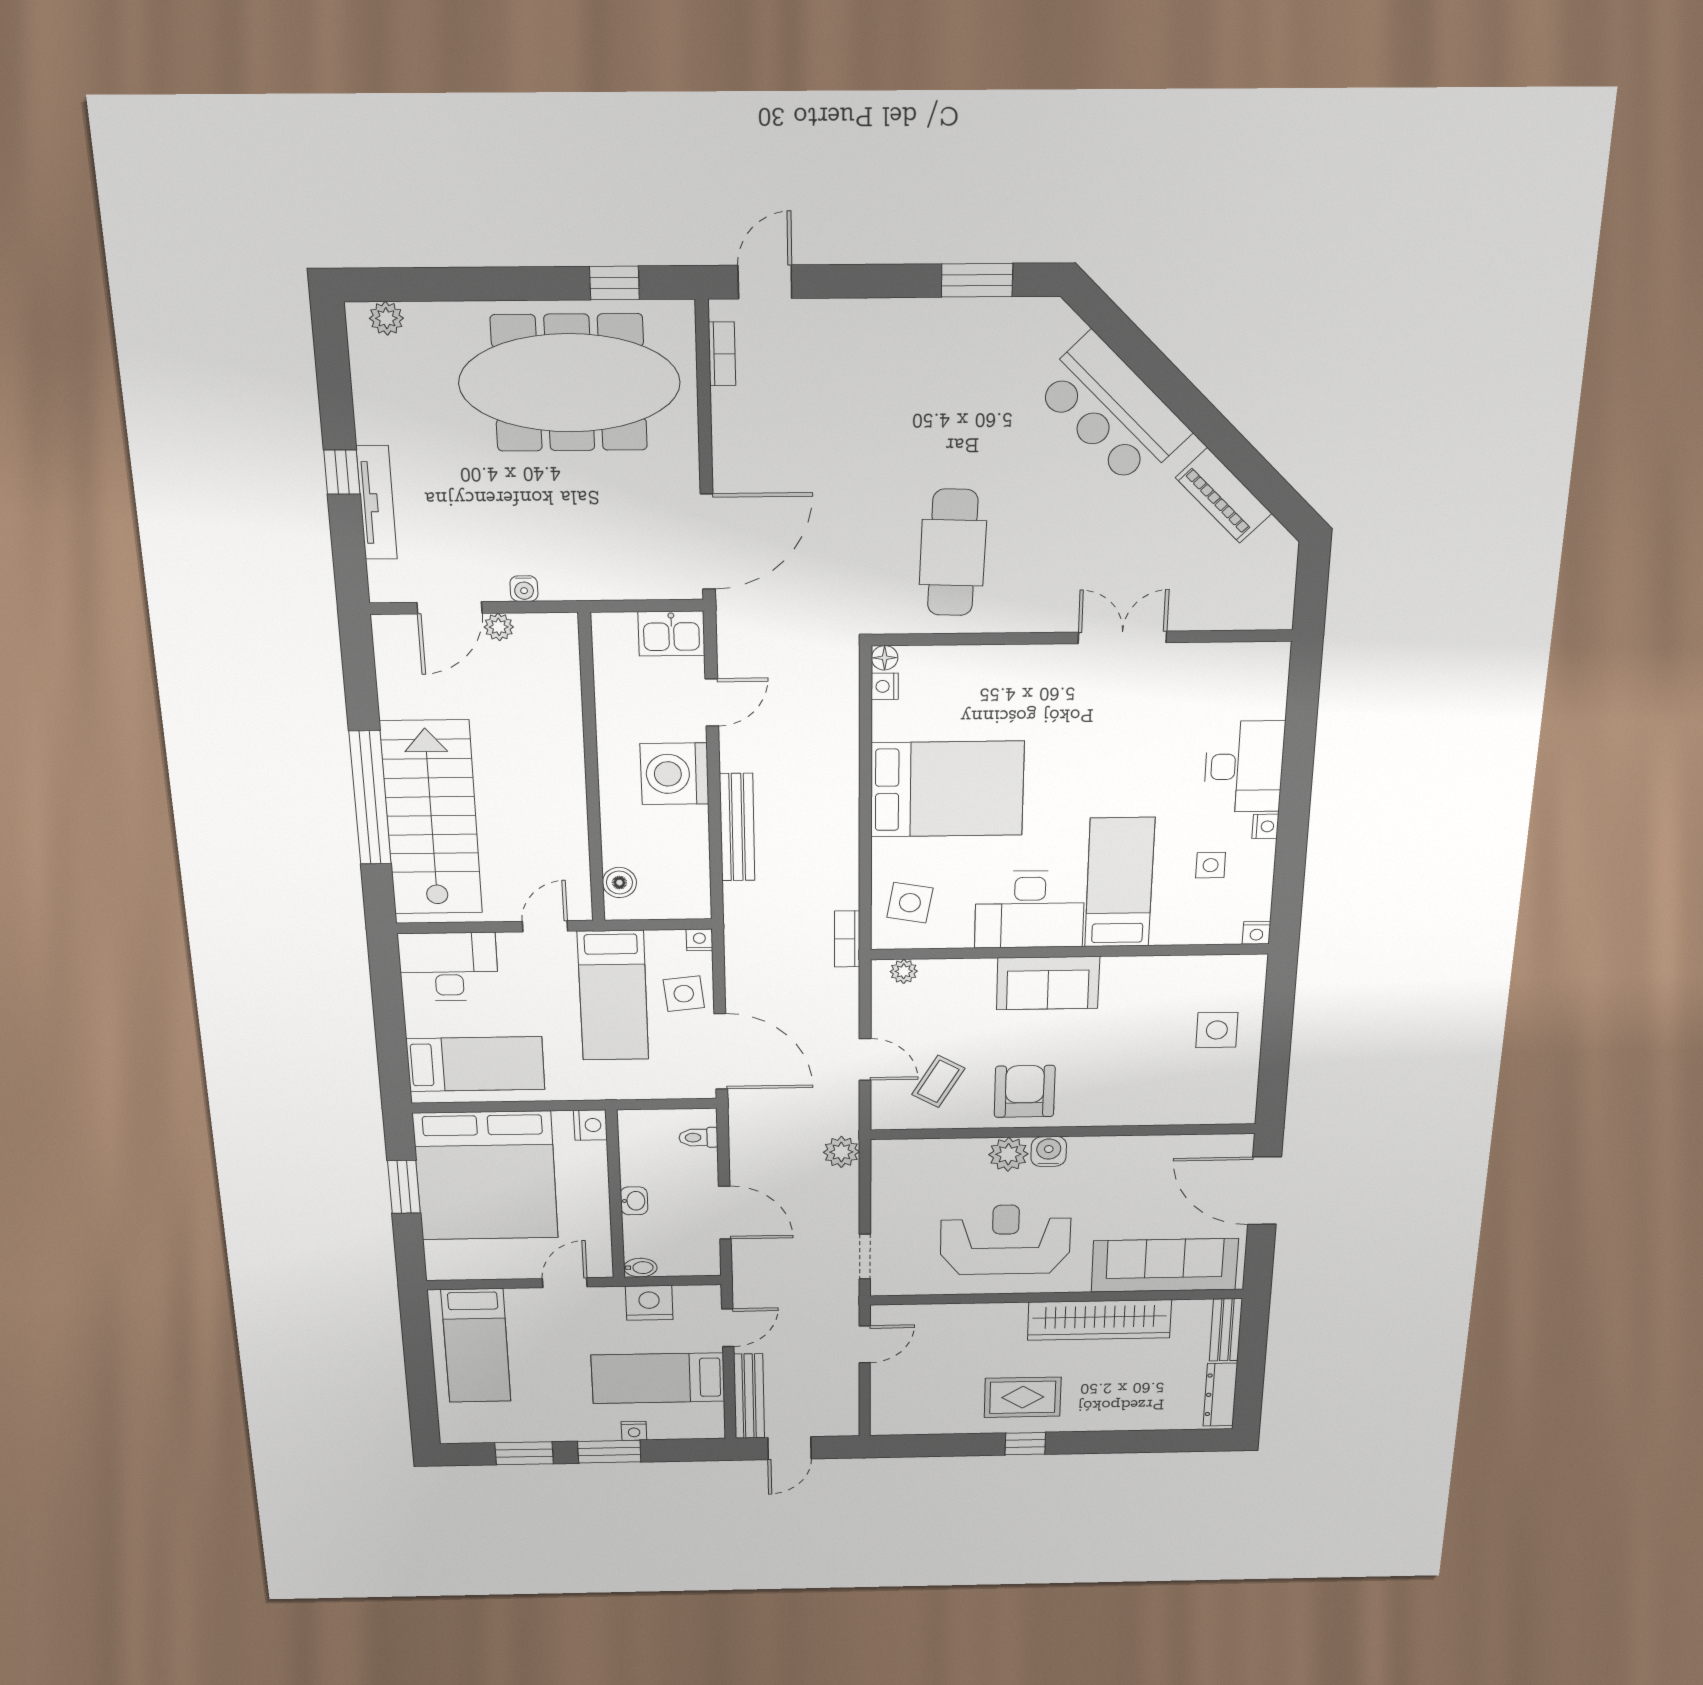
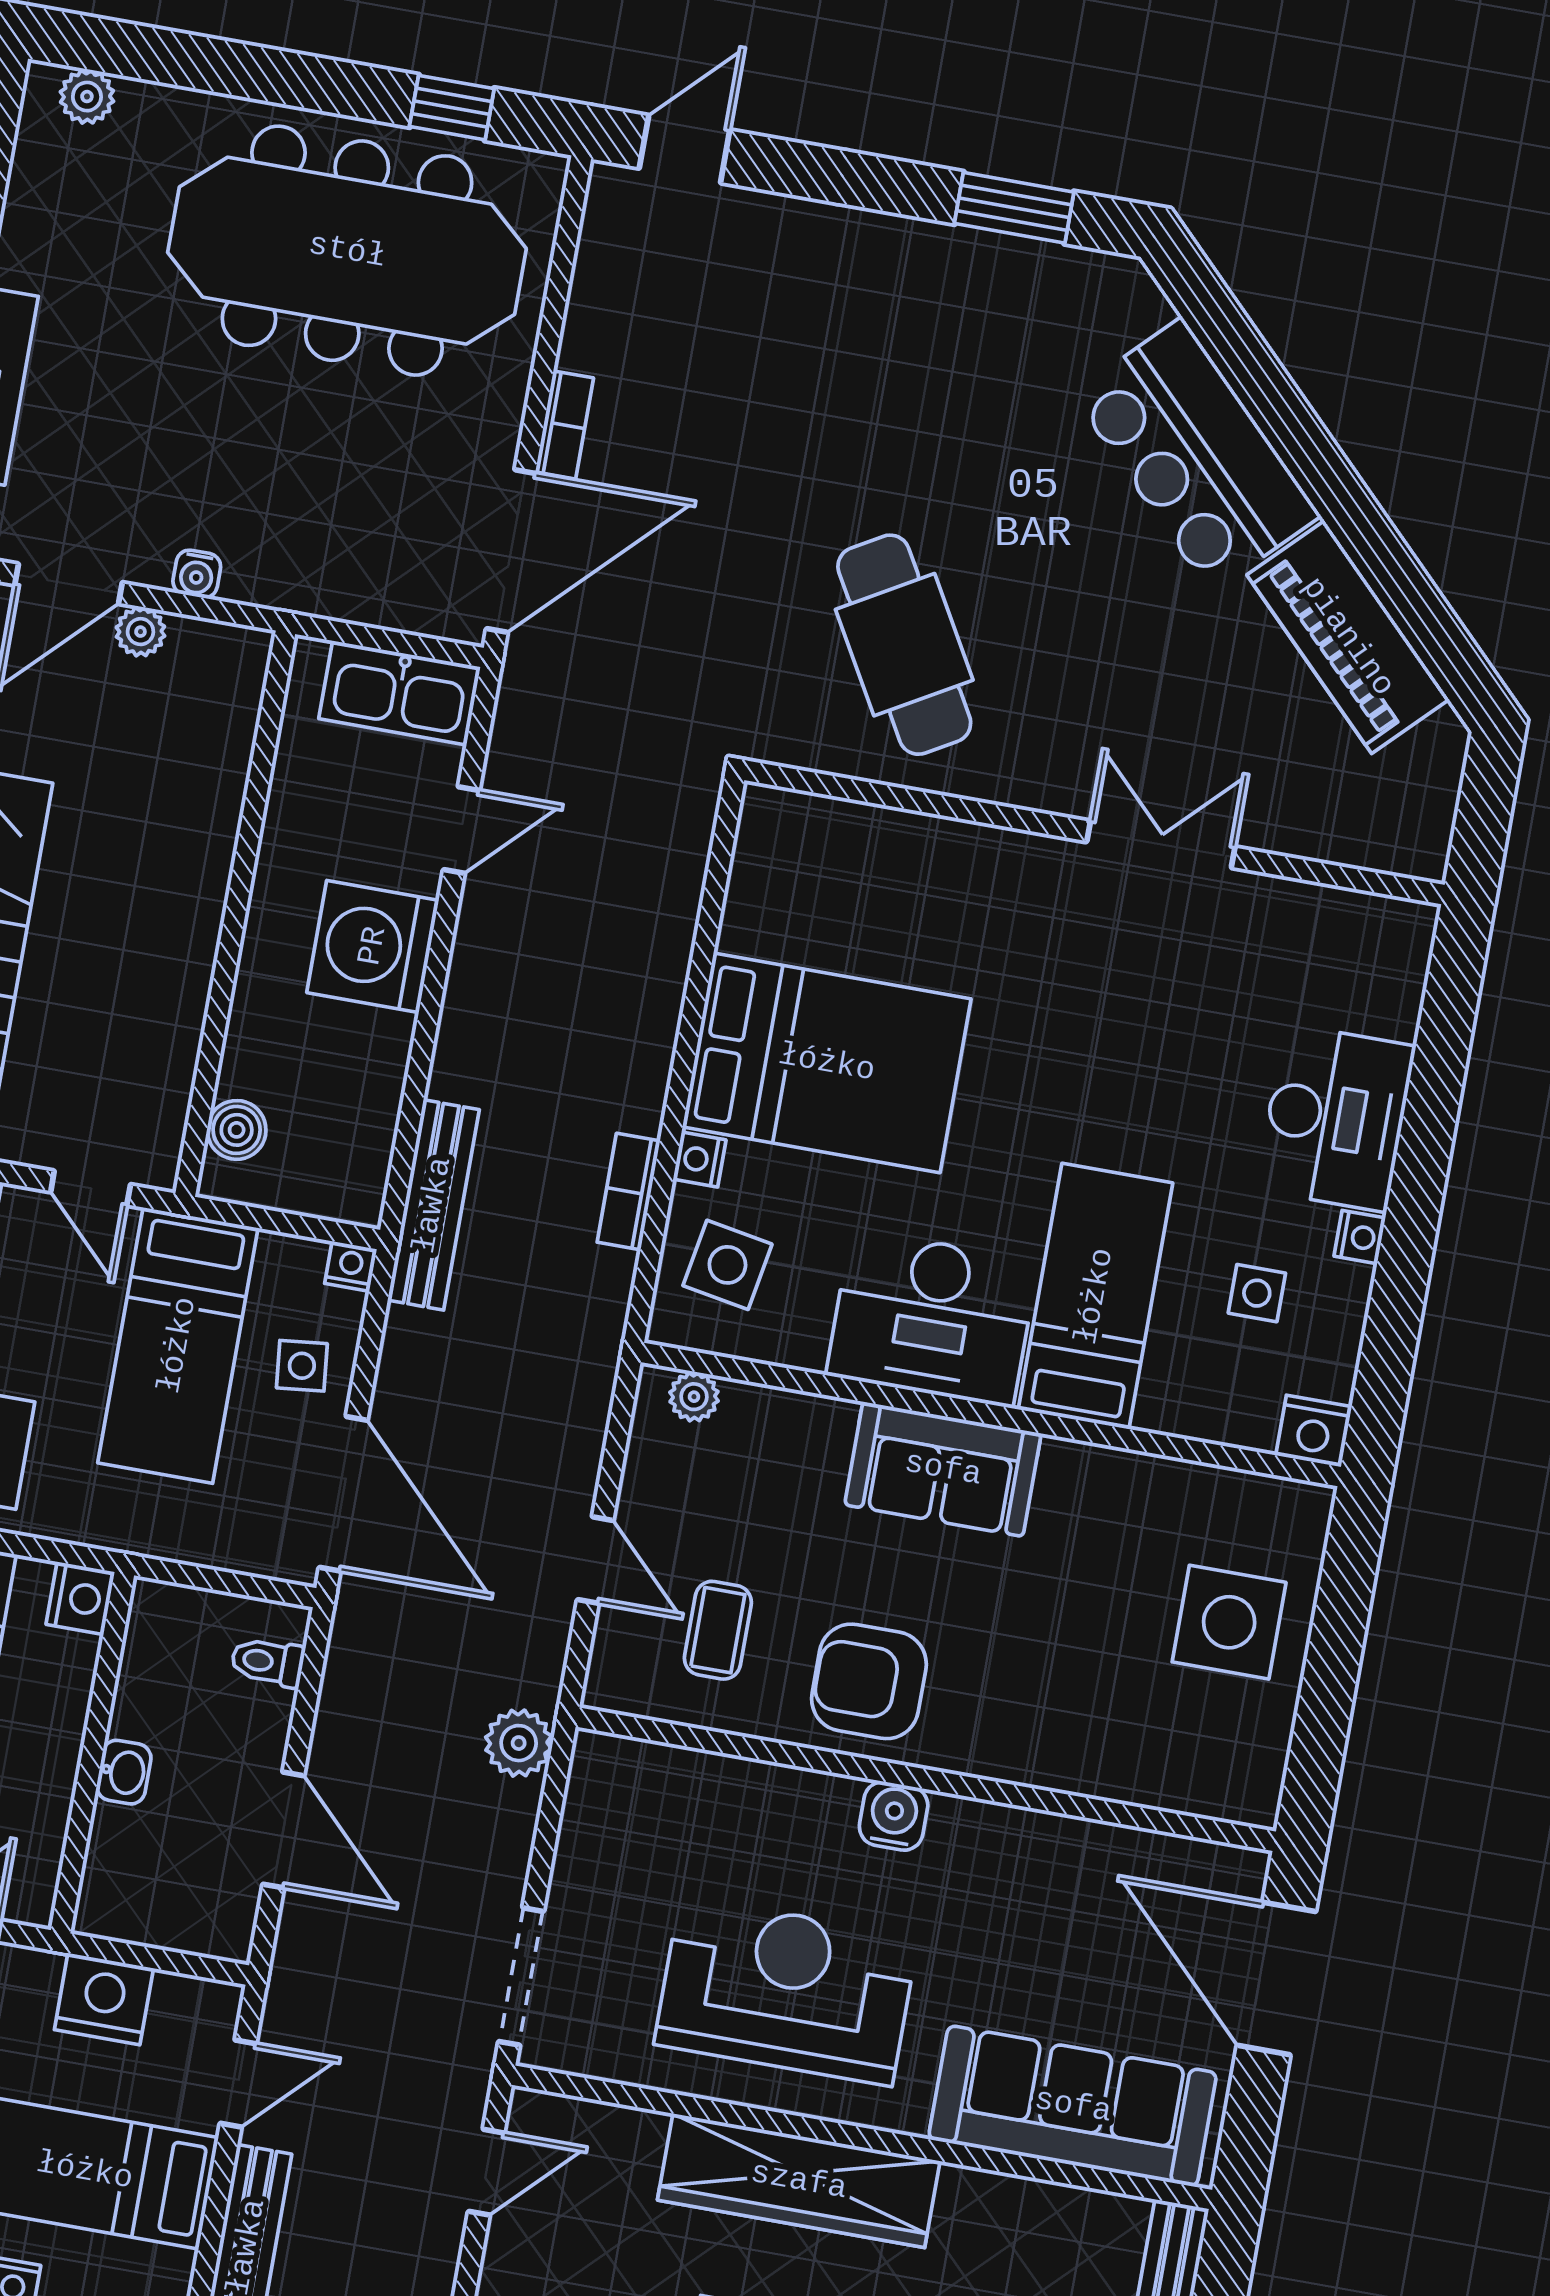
bookcase: (722, 354) -> (564, 425), moved
piano: (1224, 496) -> (1348, 637), width x1.37, depth x1.33
cafe table: (953, 553) -> (904, 645), turned -32
kitchen sink: (671, 633) -> (400, 693), width x1.38
floor lamp: (885, 658) -> (762, 806), removed
nightstand: (885, 686) -> (700, 1160), moved
bench: (737, 827) -> (433, 1205), moved
door: (545, 926) -> (91, 1188), swing flipped
nightstand: (1257, 933) -> (1314, 1431), width x1.39, depth x1.35
bookcase: (847, 939) -> (629, 1192), moved
side table: (684, 994) -> (302, 1366), width x0.73, depth x0.73
side table: (1217, 1030) -> (1229, 1622), width x1.37, depth x1.37
coffee table: (938, 1081) -> (718, 1630), turned -30
armchair: (1025, 1091) -> (869, 1681), turned -90
plant: (1008, 1154) -> (820, 1808), removed
doorway: (865, 1257) -> (521, 1976), width x1.38
bidet: (640, 1268) -> (104, 1918), removed
wardrobe: (1099, 1320) -> (799, 2181), moved

